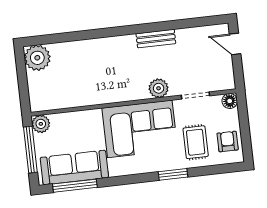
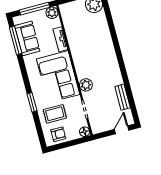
bench: (156, 39) -> (123, 97), moved
tv unit: (83, 117) -> (60, 39), added
sofa: (74, 167) -> (27, 38), width x0.73

